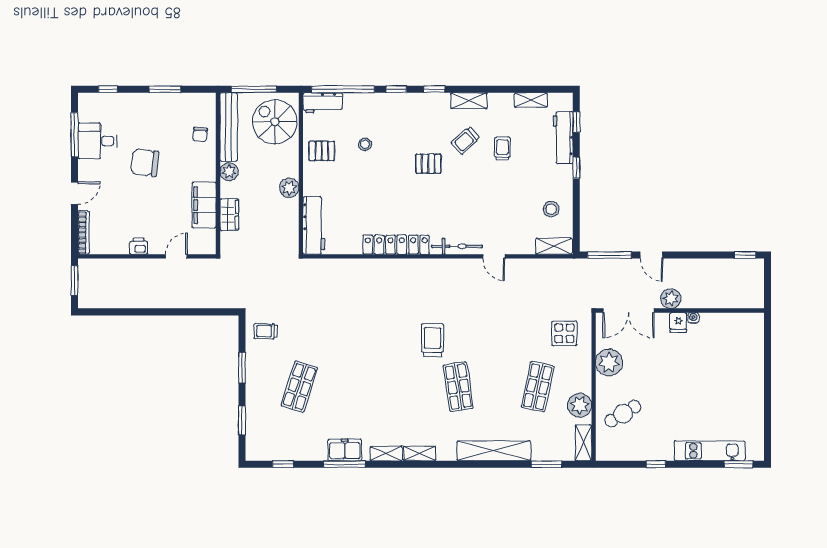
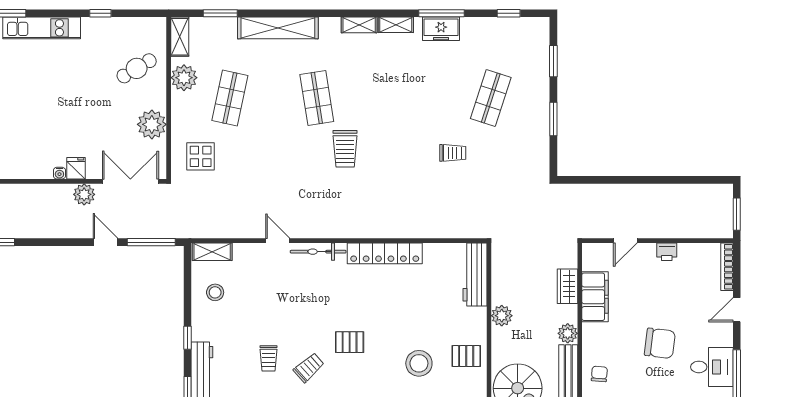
stool: (365, 144) -> (419, 363), width x1.89, depth x1.89
trolley: (266, 331) -> (453, 153), moved

